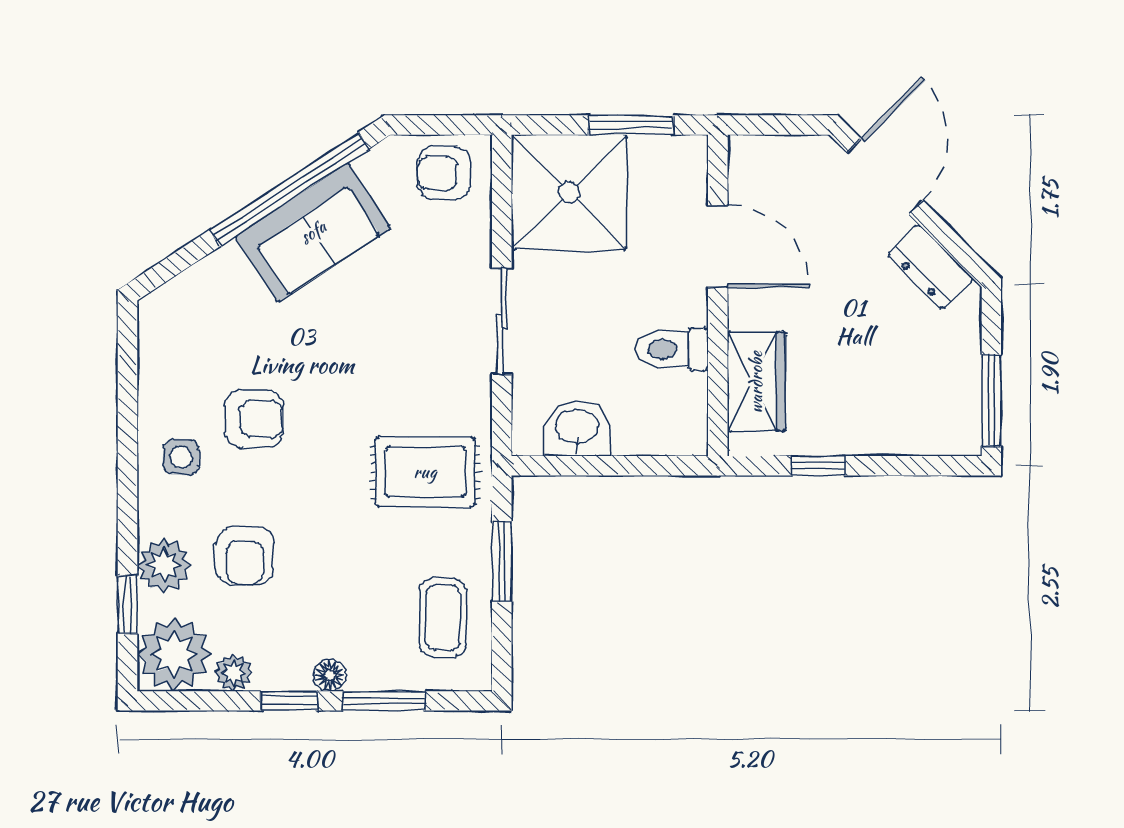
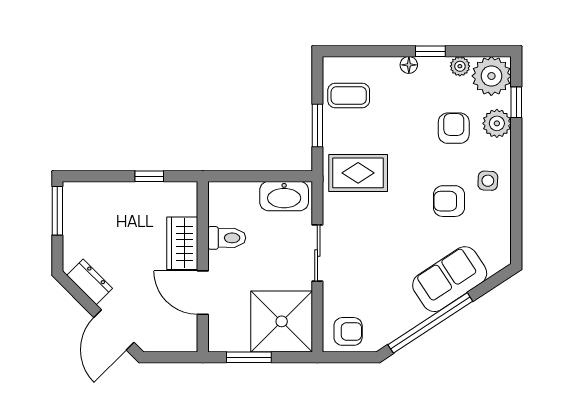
sofa: (313, 232) -> (450, 279), moved
wardrobe: (756, 382) -> (182, 243), moved
washbasin: (577, 428) -> (284, 196), width x1.38
coffee table: (443, 618) -> (349, 95), turned 90
window: (384, 701) -> (380, 51), removed

